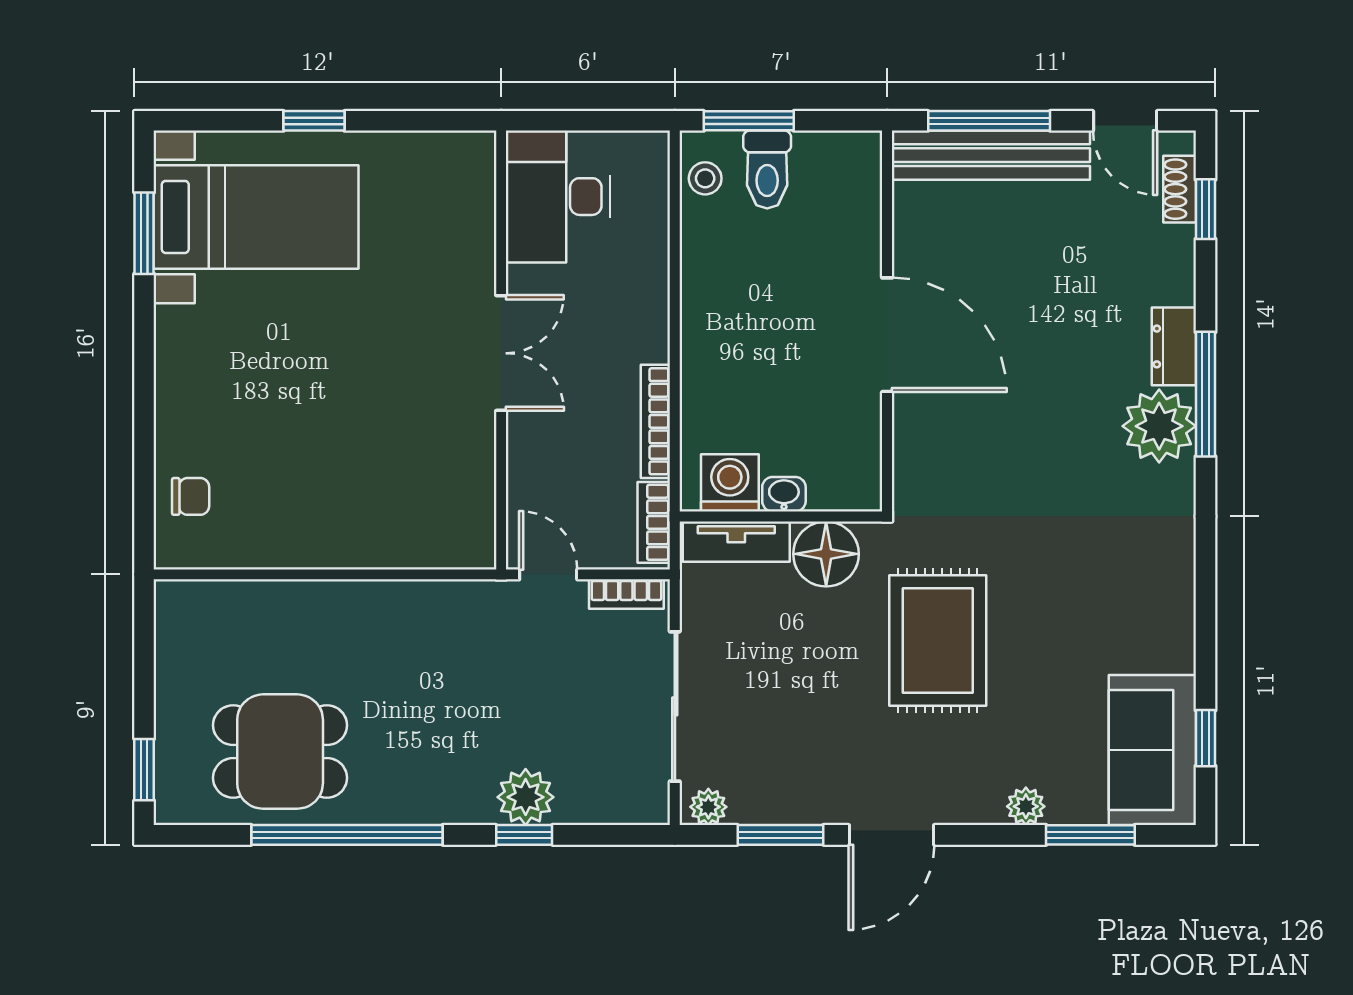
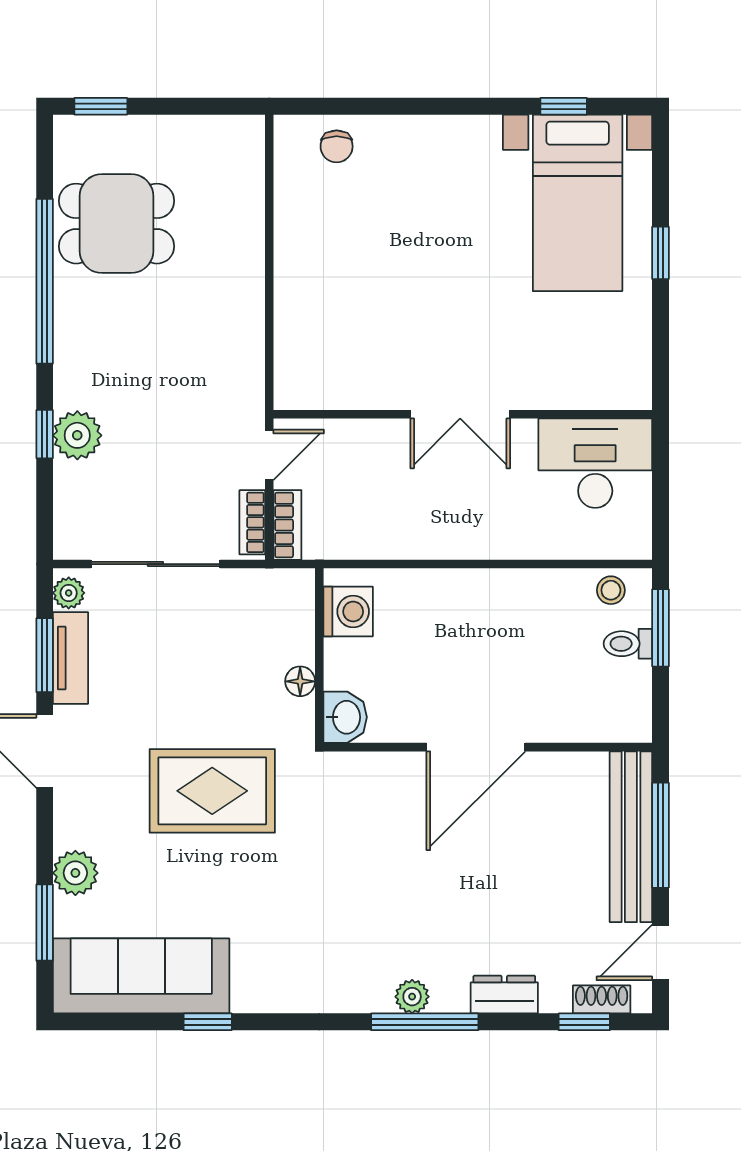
toilet: (767, 170) -> (628, 644), width x0.73, depth x0.72
window: (144, 233) -> (564, 106), width x0.67
dresser: (1174, 346) -> (504, 995), moved
bookcase: (655, 421) -> (401, 547), removed
plant: (1159, 426) -> (412, 997), width x0.53, depth x0.53
washbasin: (784, 494) -> (345, 717), moved, width x1.38, depth x1.45
bookcase: (654, 522) -> (287, 525), moved, turned 90
tv unit: (736, 542) -> (70, 658), moved, turned 180
floor lamp: (826, 554) -> (300, 681), width x0.53, depth x0.53
window: (1205, 738) -> (208, 1022), moved
sofa: (1152, 750) -> (141, 976), width x1.36
dining table: (280, 752) -> (117, 224), turned 90
plant: (1026, 806) -> (75, 873), width x1.38, depth x1.38

